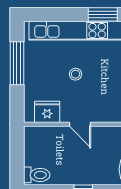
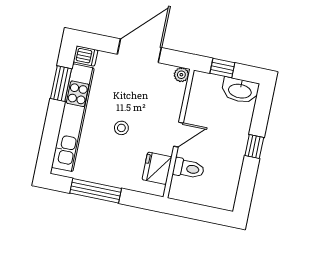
toilet: (37, 175) -> (189, 169), moved, turned 90

